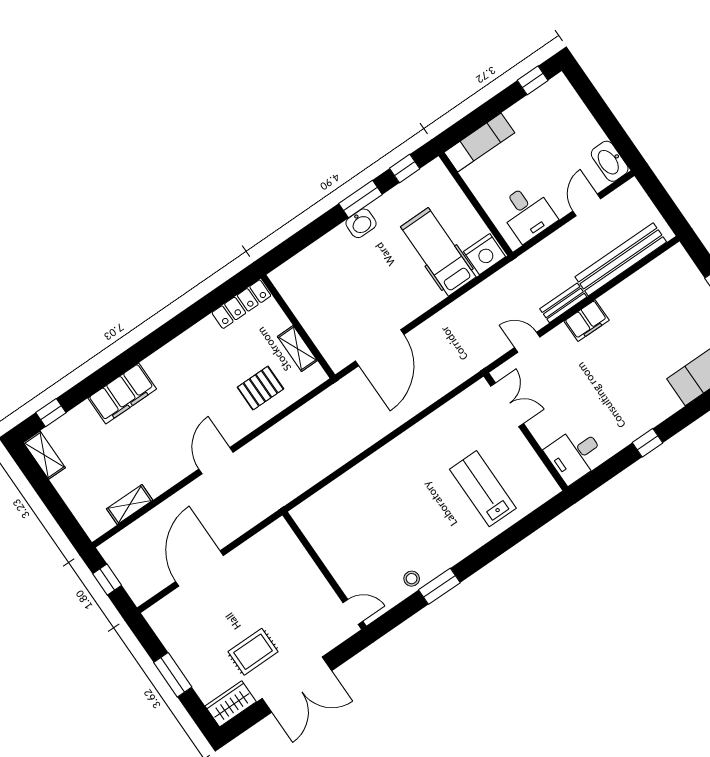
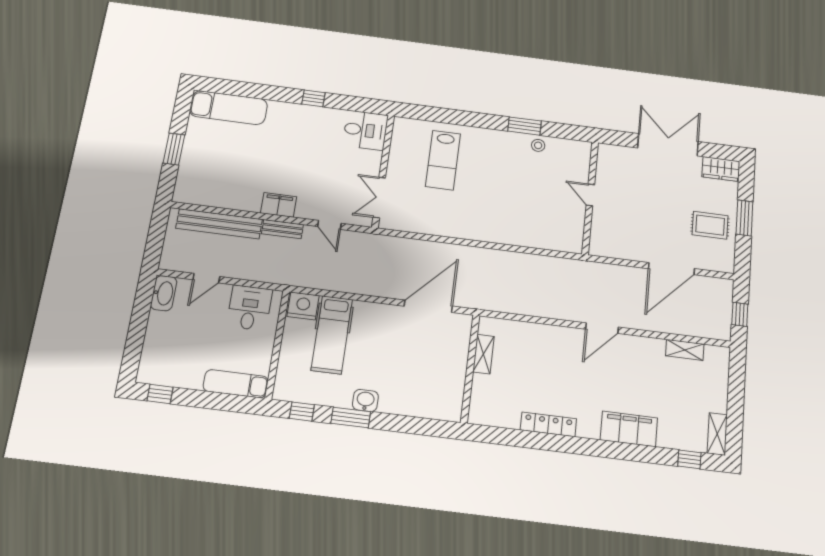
locker: (241, 304) -> (548, 424), moved
pallet: (260, 388) -> (531, 350), removed
door: (353, 612) -> (590, 195), moved
rug: (253, 652) -> (710, 225), moved

